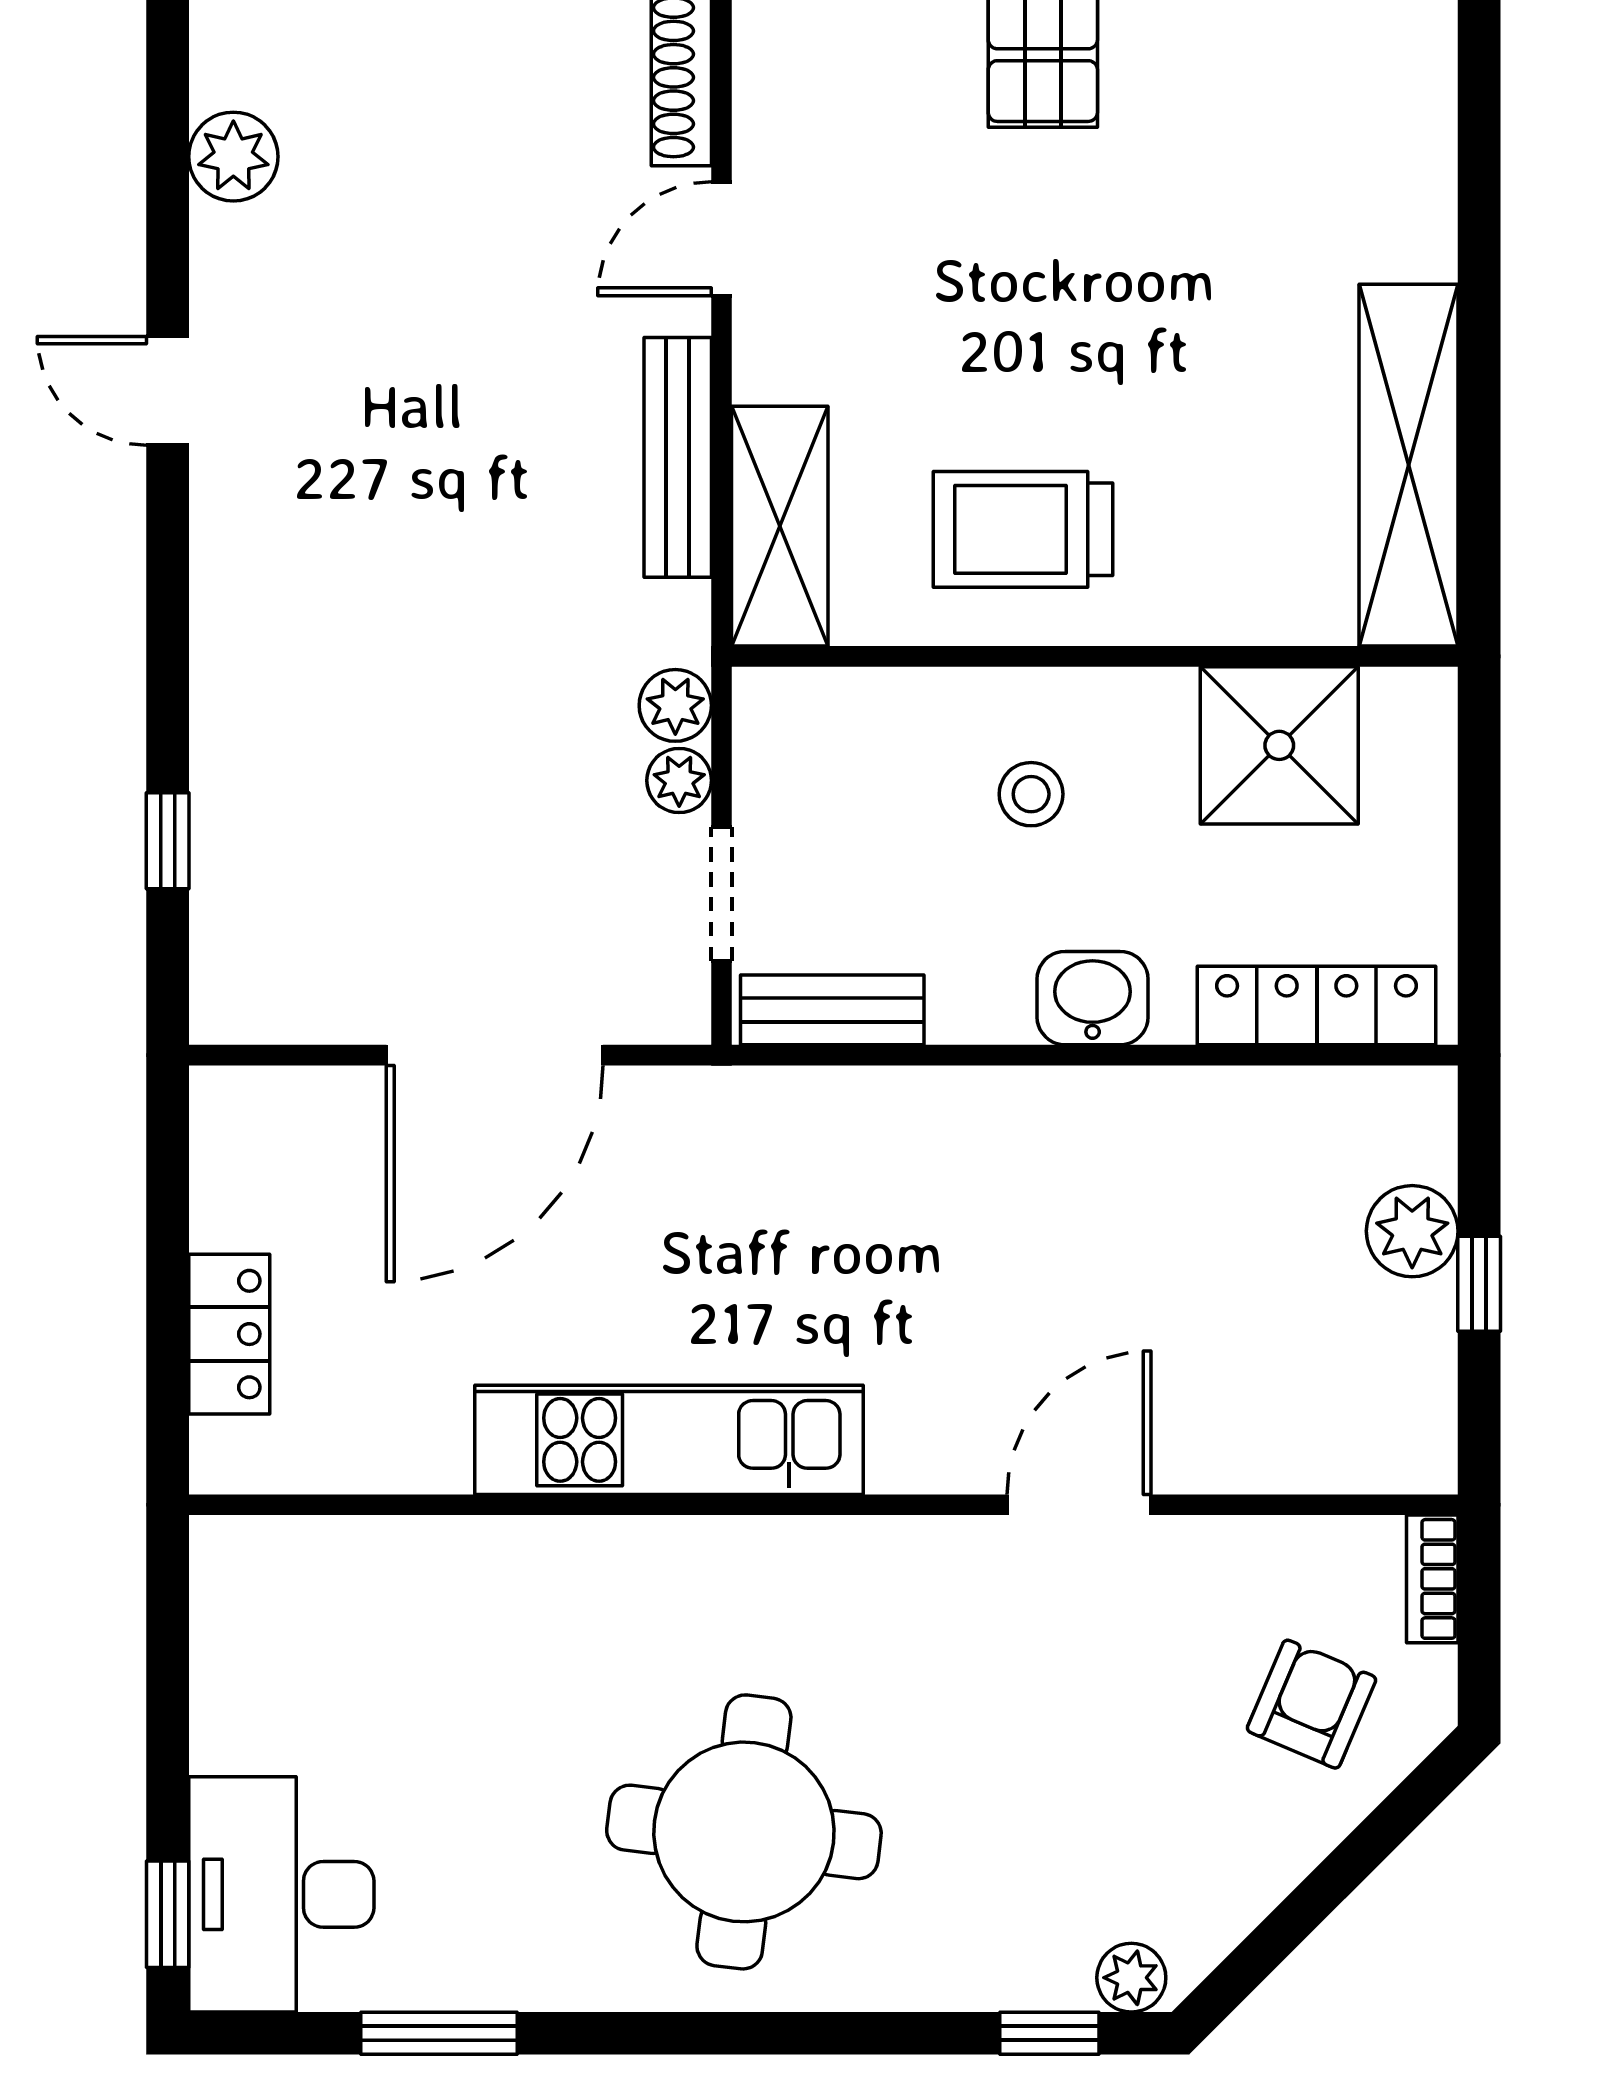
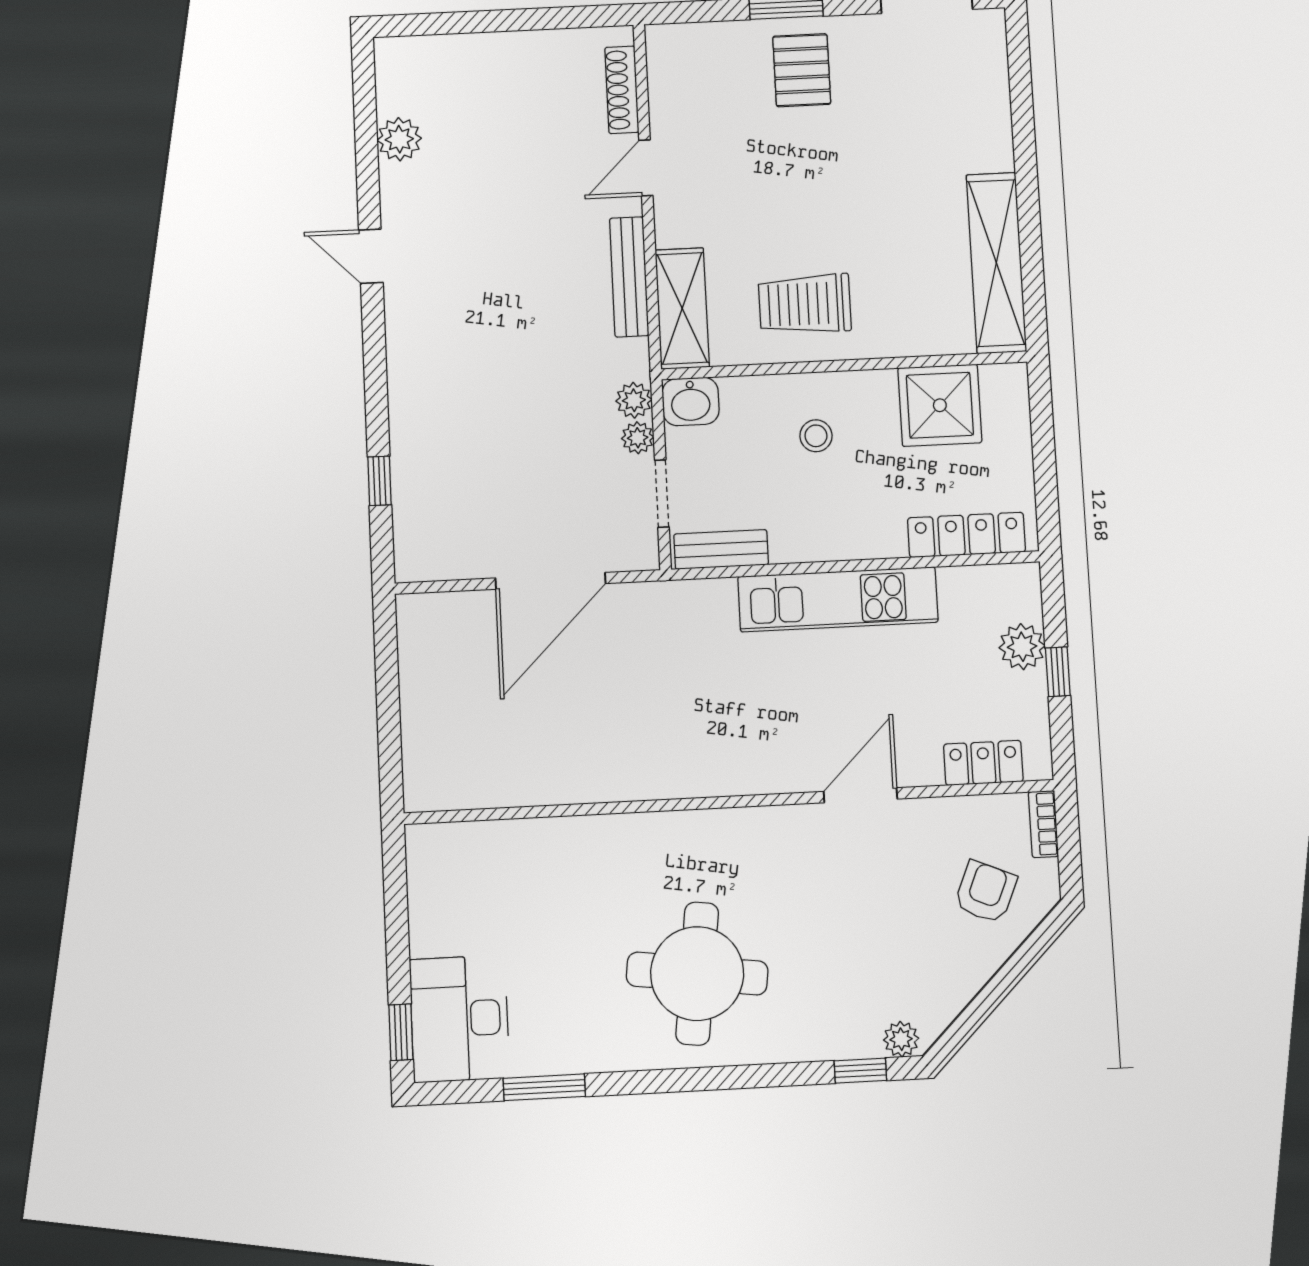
washbasin: (1093, 998) -> (691, 402), moved, turned 180
locker: (229, 1334) -> (983, 763), moved, turned -90
kitchen unit: (669, 1440) -> (838, 599), moved, turned 180

